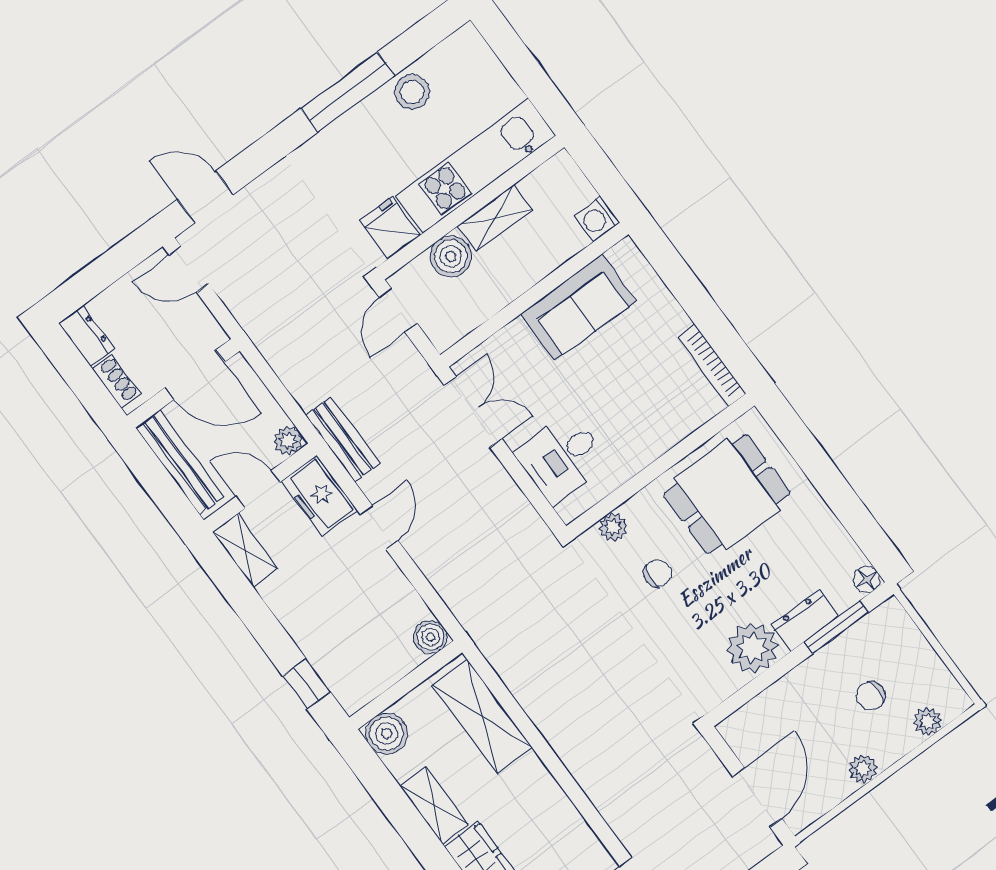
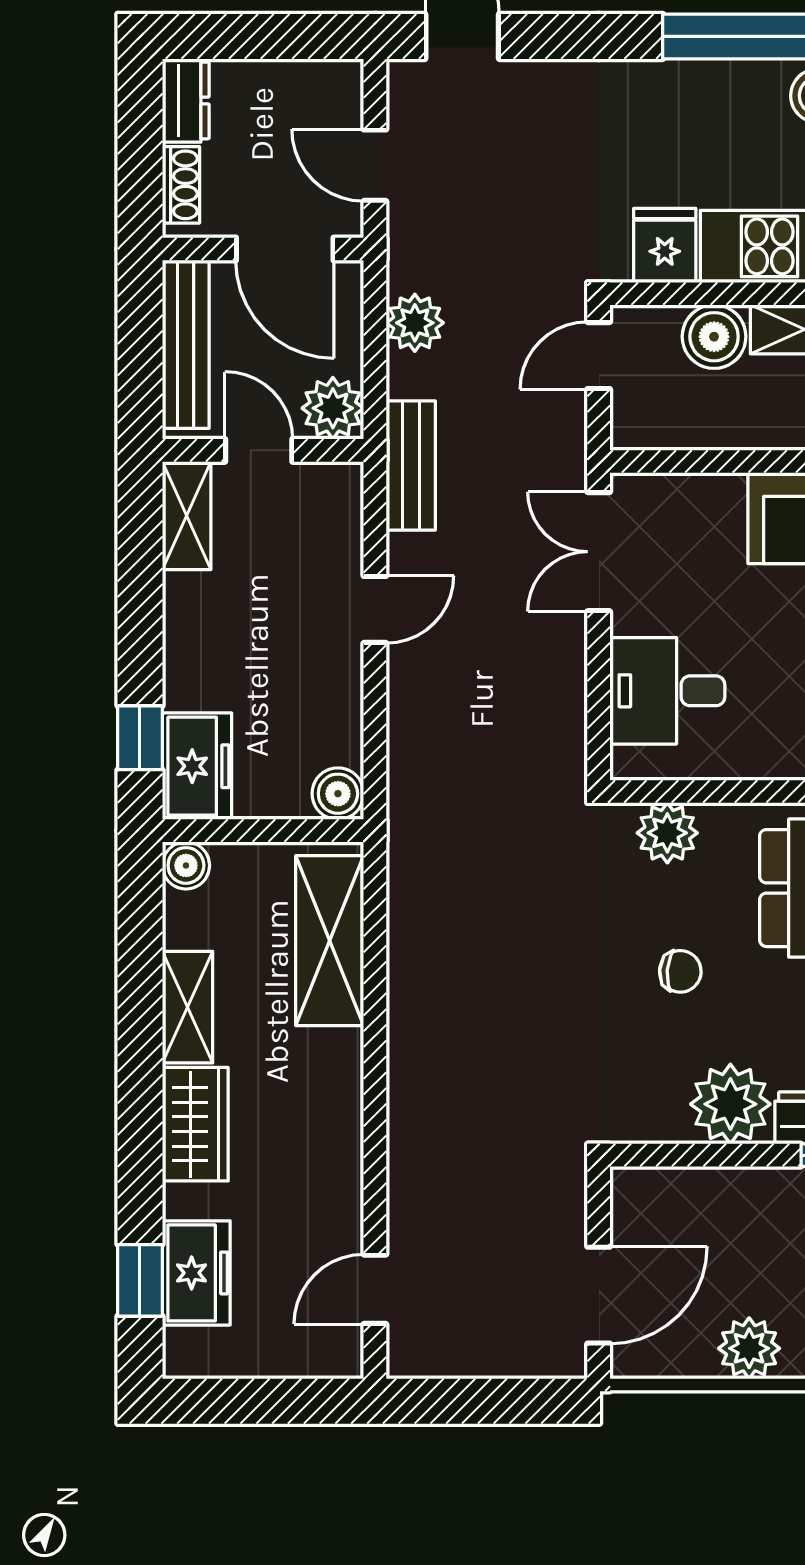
door: (189, 269) -> (375, 165), moved
plant: (290, 364) -> (415, 323), added
double door: (473, 412) -> (599, 552), swing flipped
plant: (288, 440) -> (333, 408), width x1.38, depth x1.38
freezer: (319, 496) -> (197, 766), moved, turned 180
plant: (613, 527) -> (667, 833), width x1.38, depth x1.38
chair: (658, 573) -> (680, 971), moved
boiler: (387, 734) -> (186, 865), width x0.73, depth x0.73
plant: (863, 769) -> (749, 1348), width x1.38, depth x1.38

